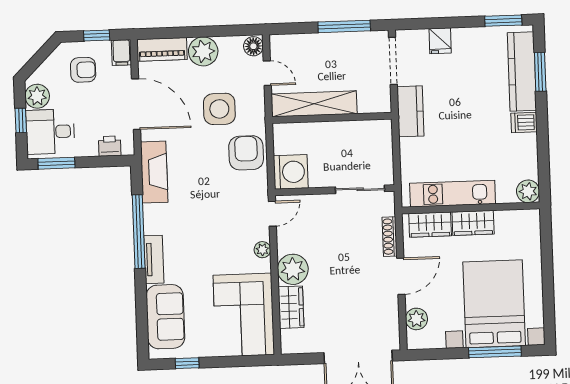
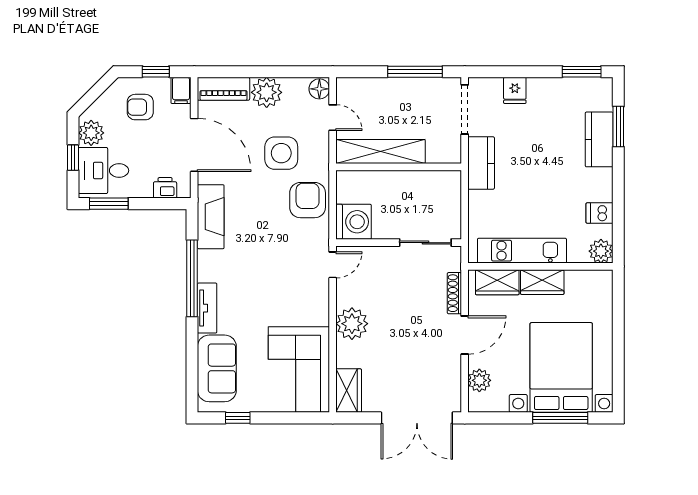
armchair: (83, 70) -> (140, 107), turned 180
kitchen counter: (522, 72) -> (599, 139), width x0.67
dishwasher: (524, 122) -> (600, 213), moved
plant: (262, 250) -> (321, 302), removed
wardrobe: (291, 307) -> (349, 391), moved

